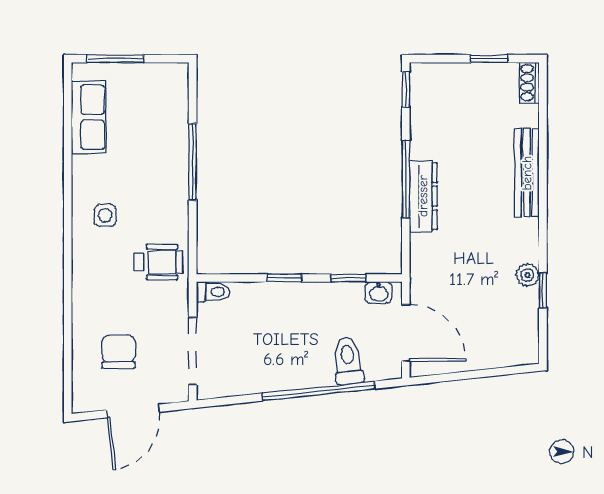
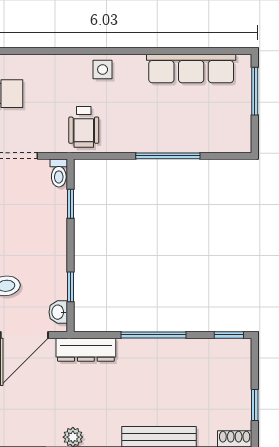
row of seats: (89, 117) -> (191, 68), width x1.48
dresser: (423, 196) -> (86, 350), moved
side table: (105, 215) -> (103, 69), moved
window: (284, 278) -> (70, 204), moved

